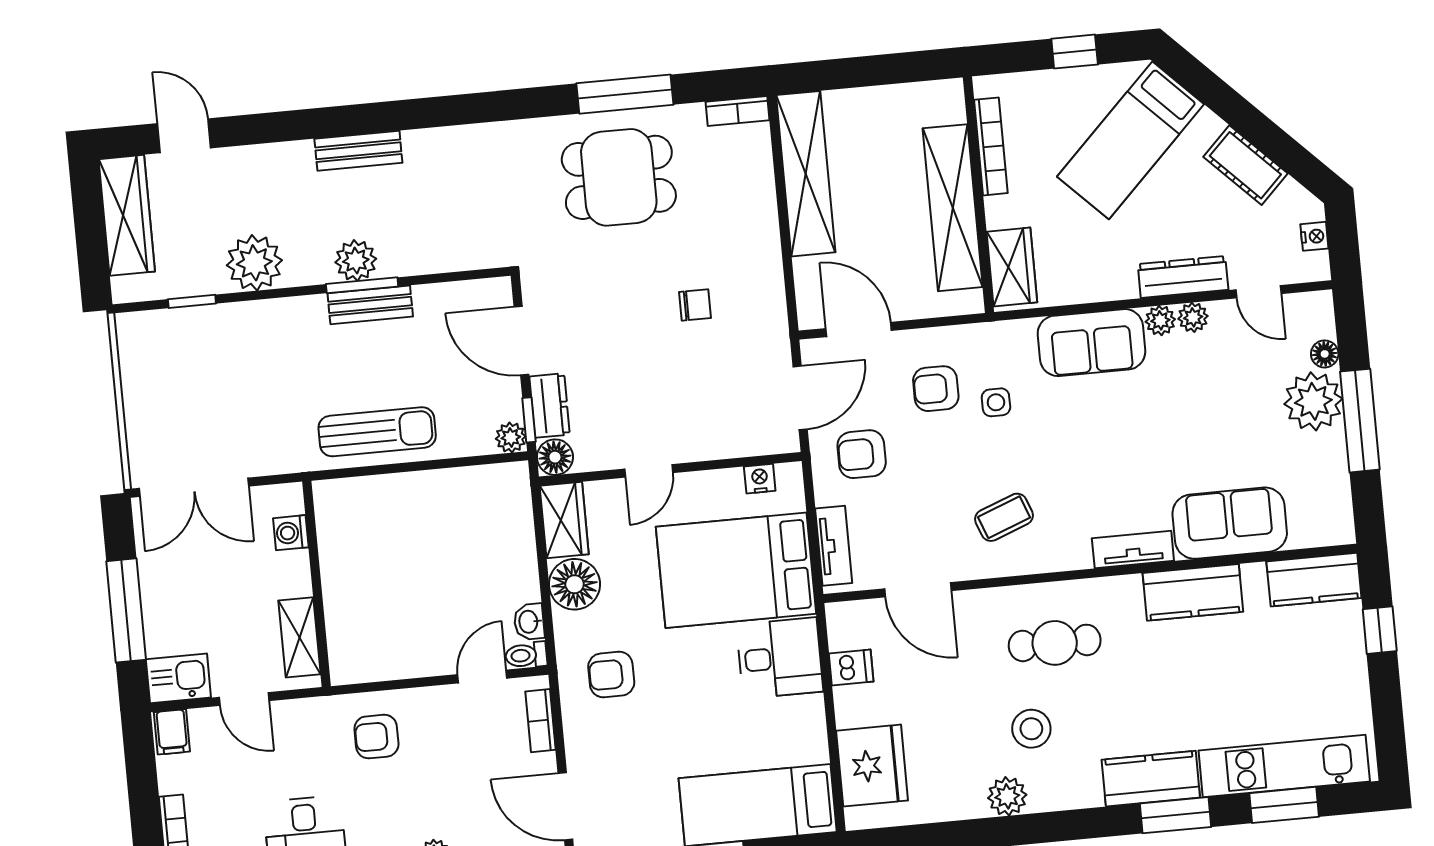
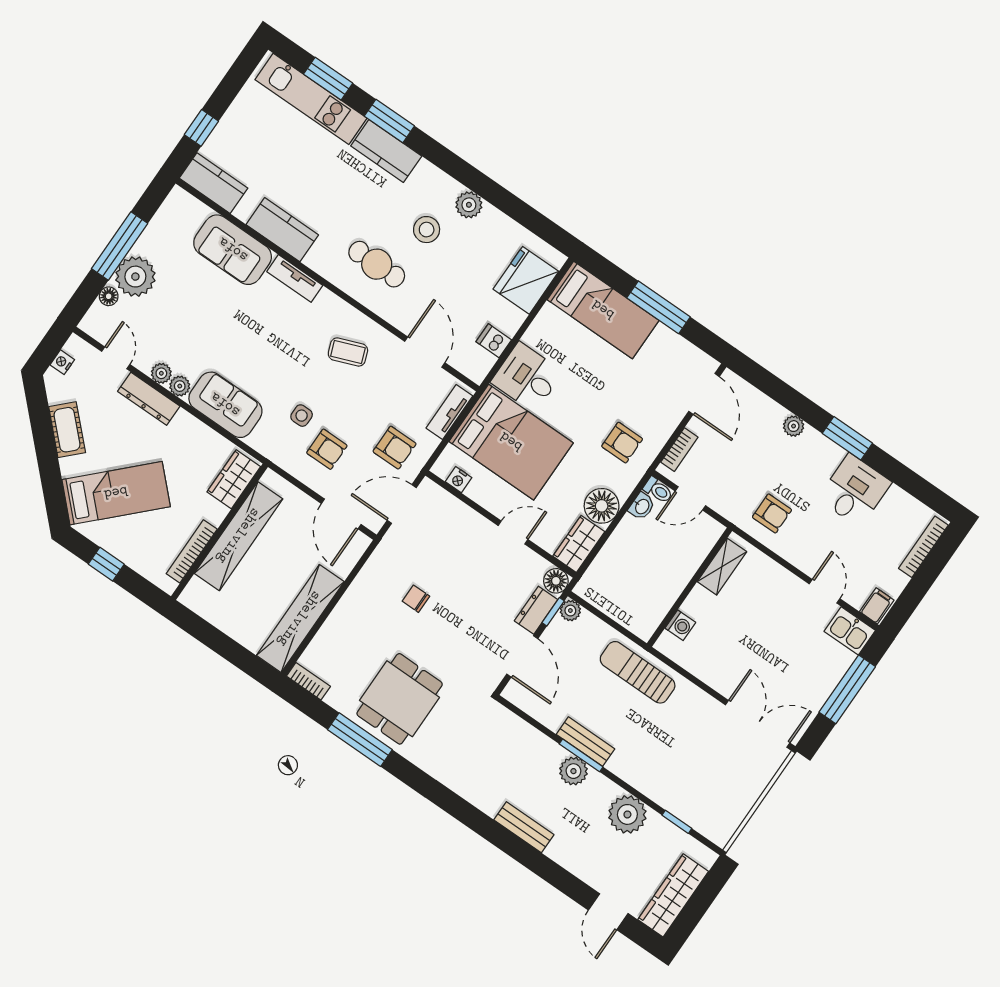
dining table: (619, 177) -> (400, 699), turned 90
washing machine: (291, 533) -> (680, 625), moved
wall: (317, 584) -> (689, 587), moved
shelving: (300, 637) -> (722, 567), moved

